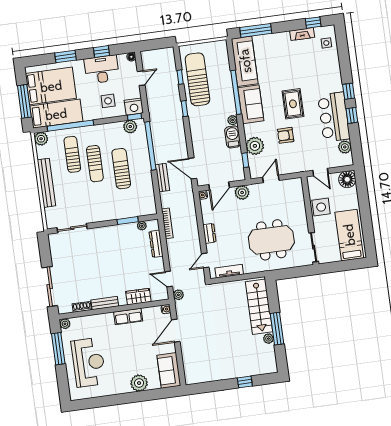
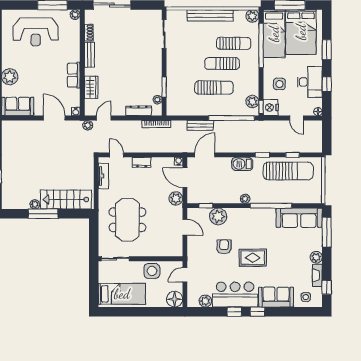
plant: (283, 38) -> (316, 257), added
sofa: (251, 104) -> (276, 297), moved, turned 180
barbecue: (233, 137) -> (242, 164), moved, turned 180

